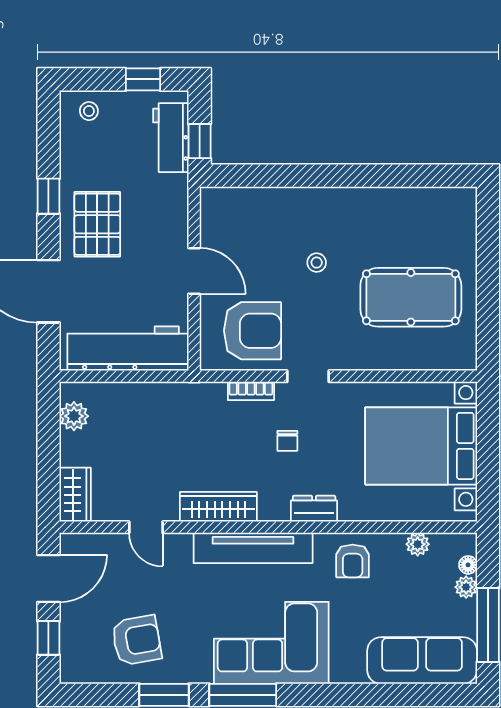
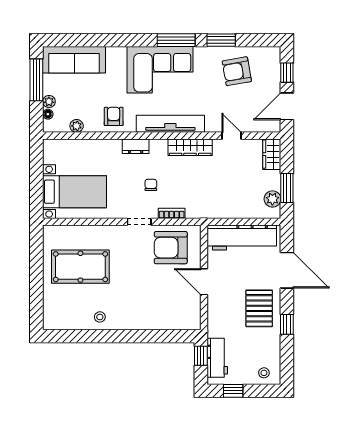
stool: (317, 263) -> (100, 317), moved
window: (48, 435) -> (287, 188), added
bed with nightstands: (421, 446) -> (75, 192), width x0.73

